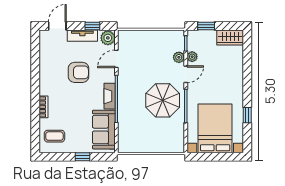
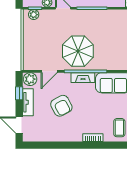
plant: (179, 57) -> (34, 15), moved
door: (116, 59) -> (49, 71), hinge flipped
armchair: (79, 72) -> (61, 106), turned 152
parasol: (163, 100) -> (78, 51), moved

